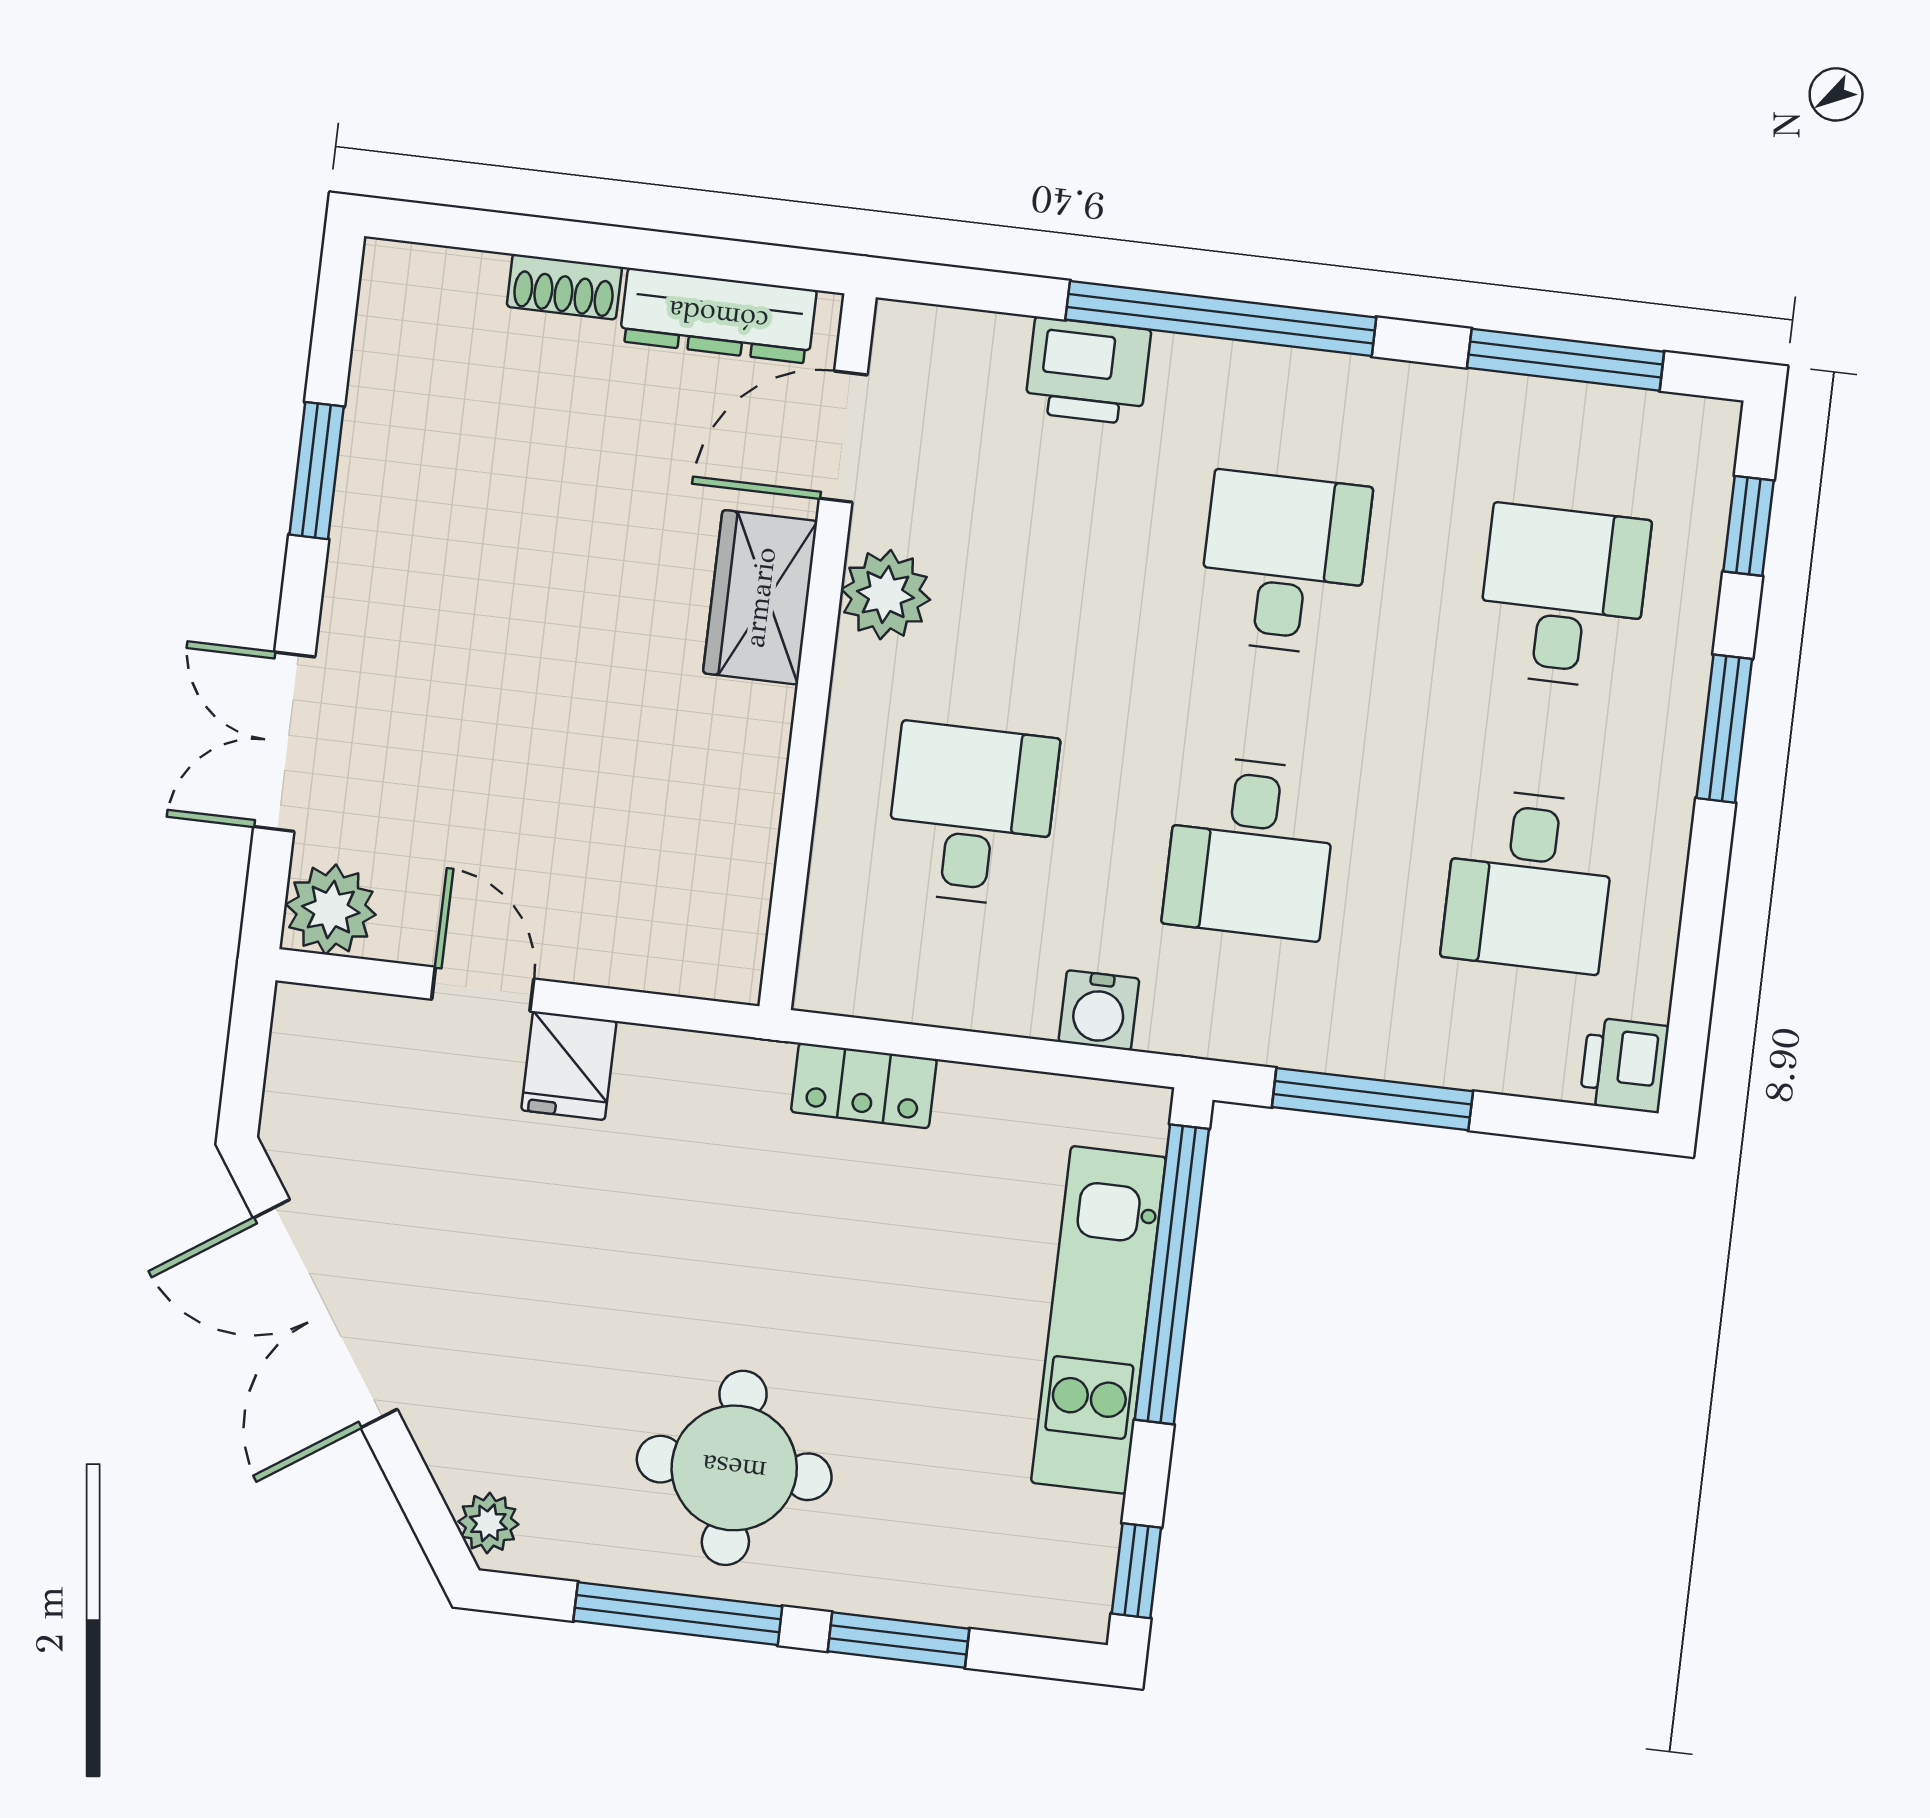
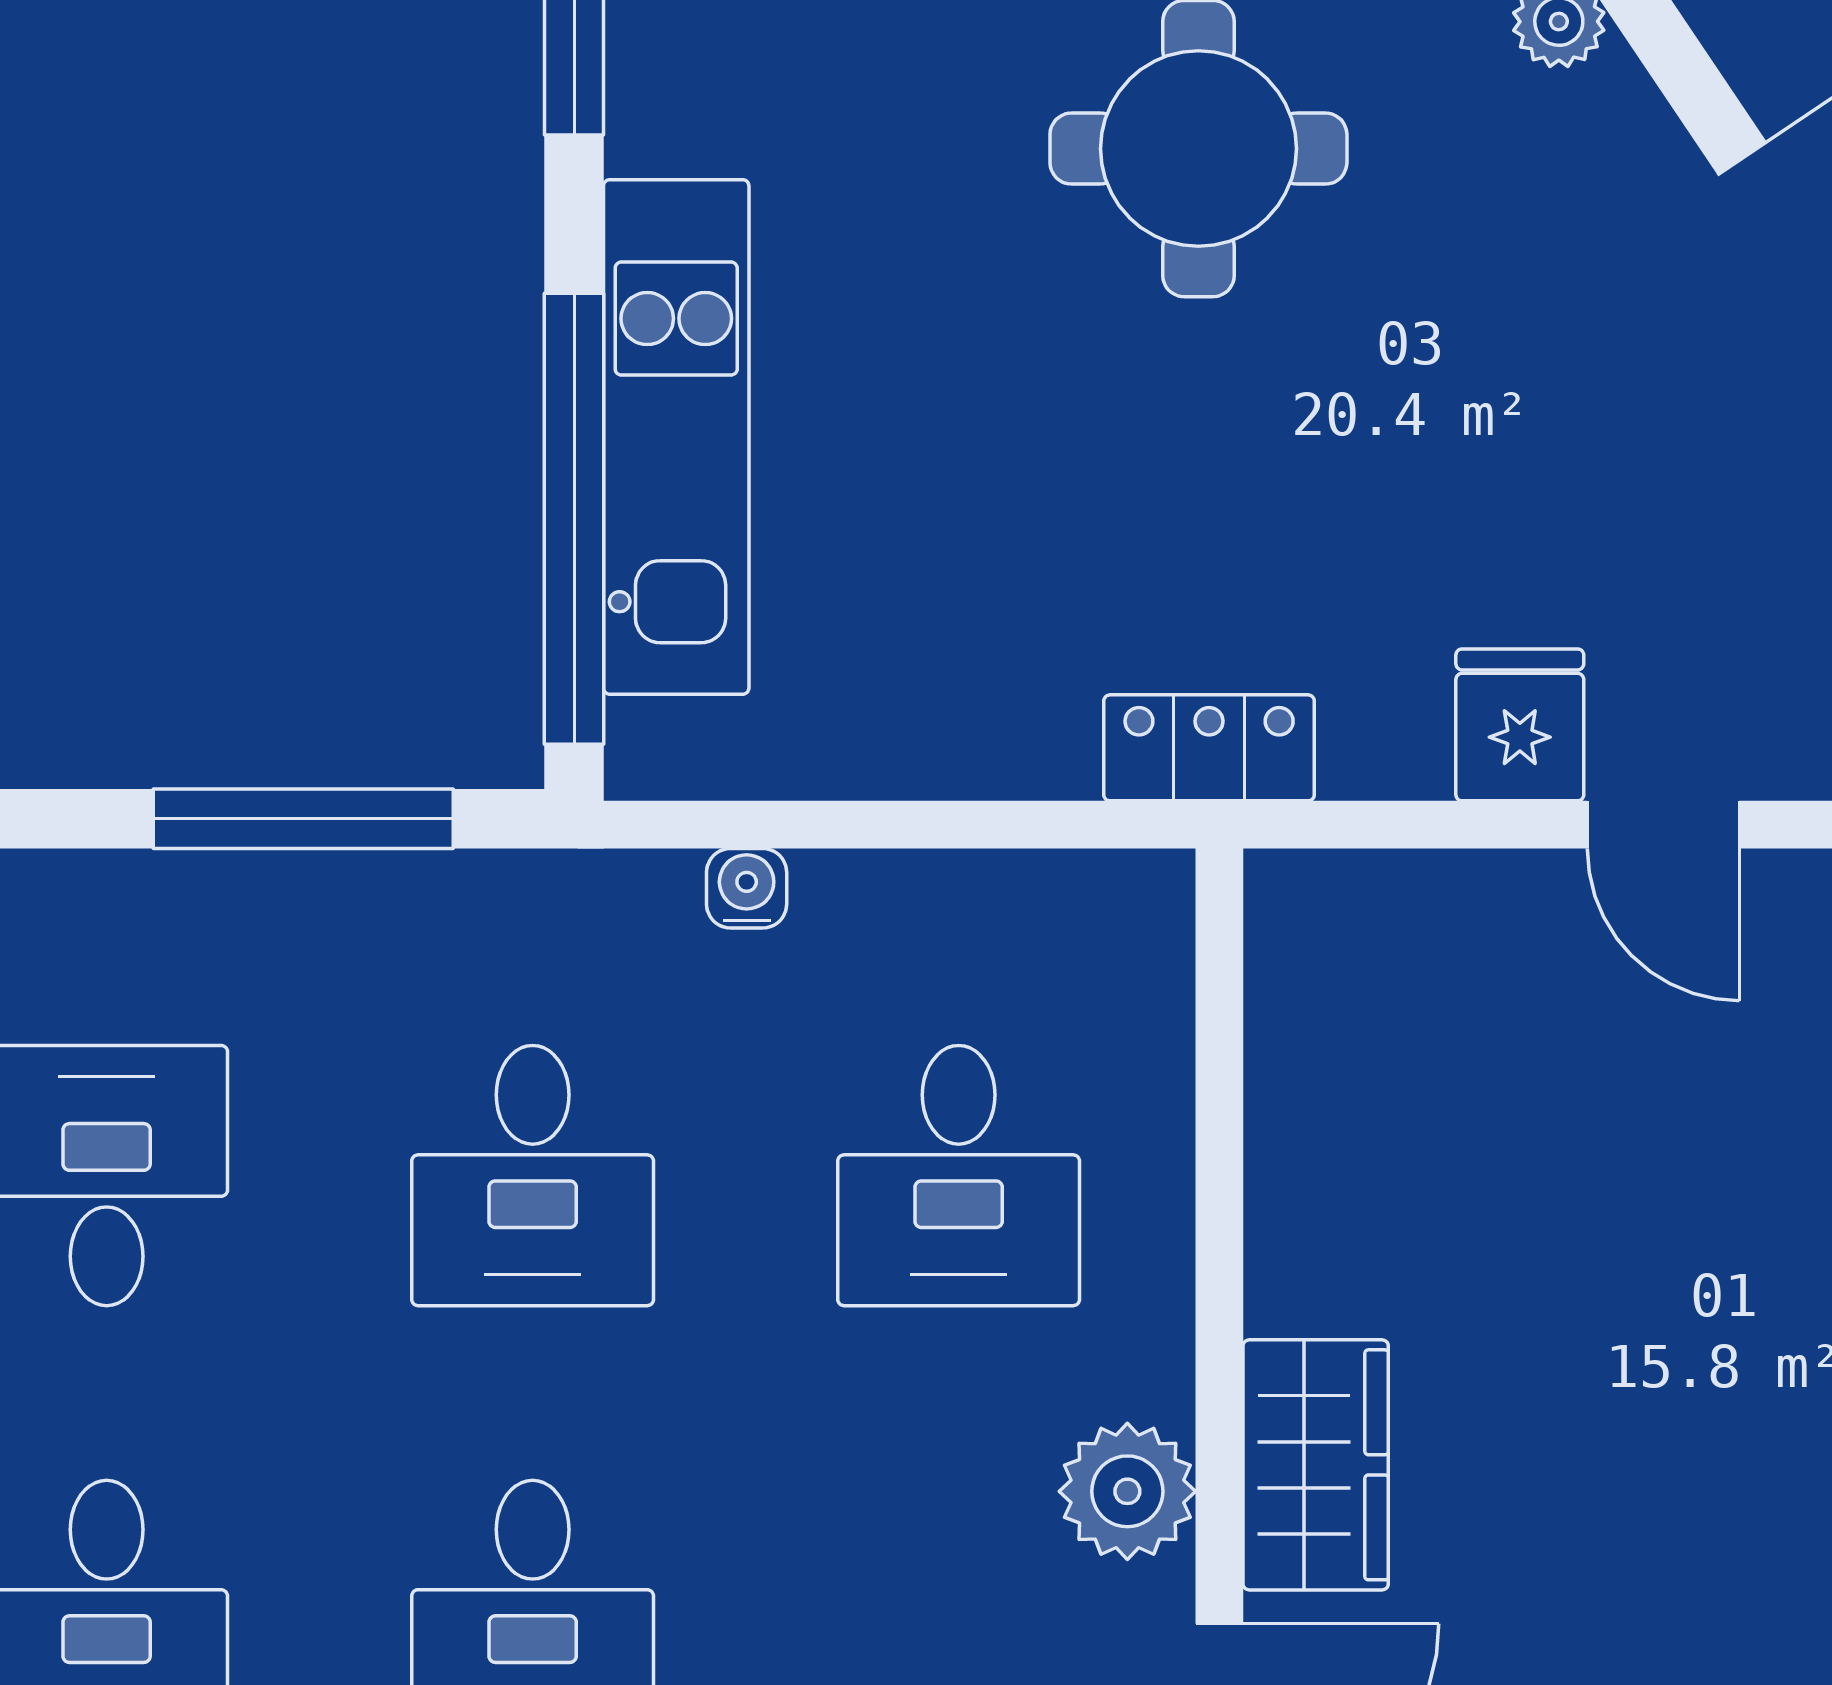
desk: (1250, 848) -> (533, 1176), turned 180
water cooler: (1099, 1010) -> (747, 888), width x0.72, depth x0.72
locker: (864, 1086) -> (1209, 748), moved

